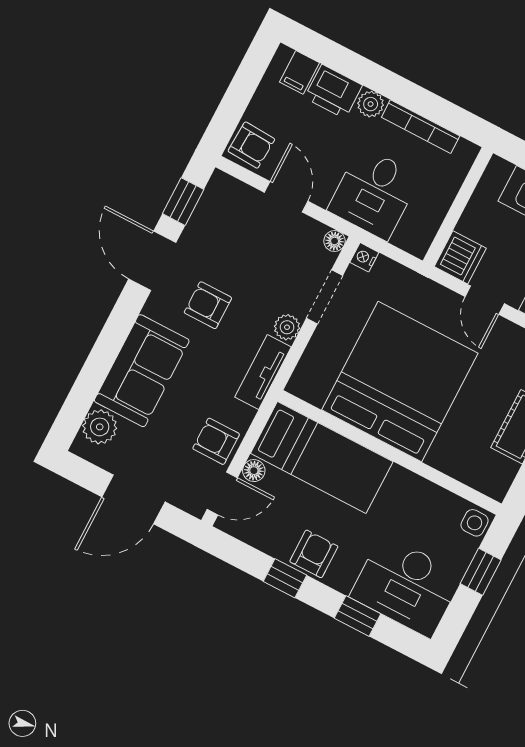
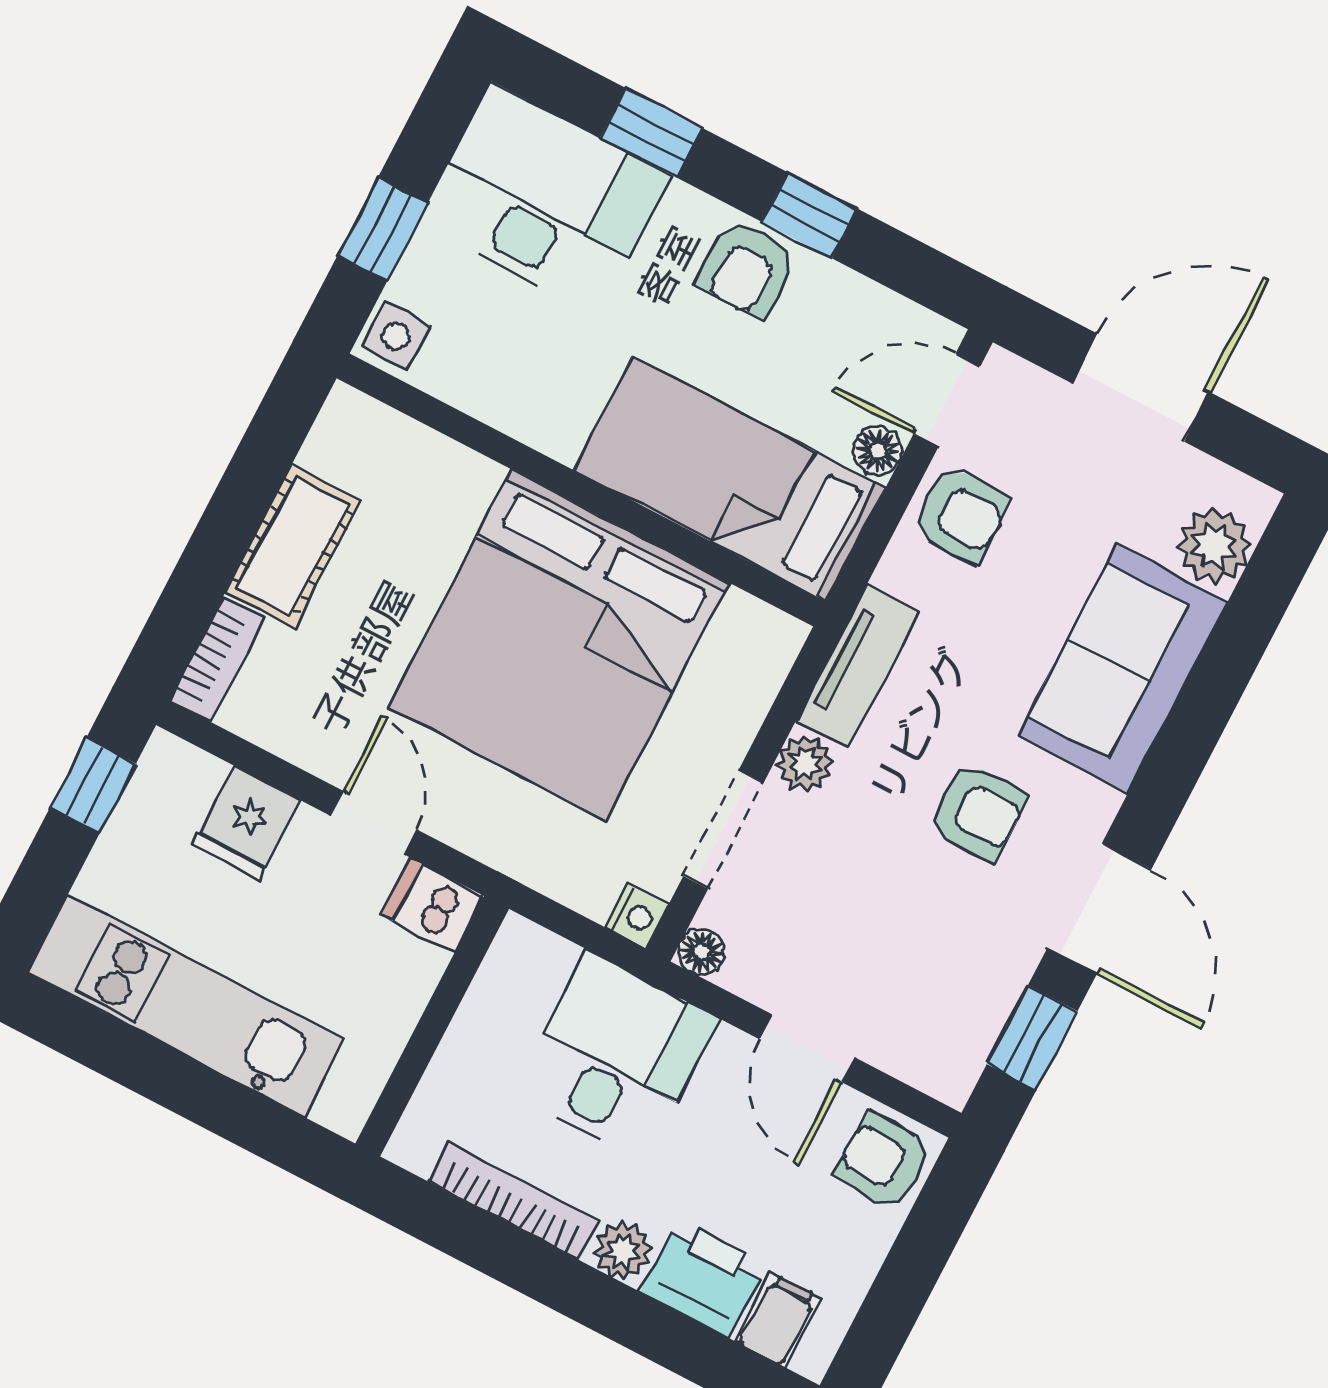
dishwasher: (460, 257) -> (433, 905), width x0.73

